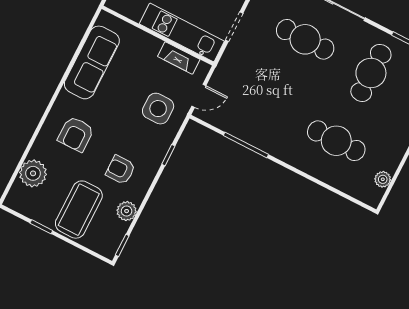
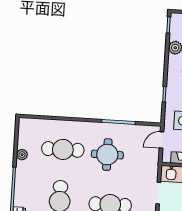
round table: (280, 108) -> (107, 155), added
plant: (383, 179) -> (22, 155), moved

